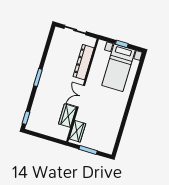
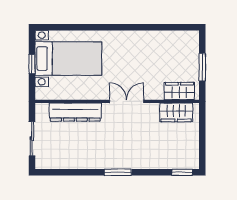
double door: (81, 96) -> (127, 101), swing flipped
wardrobe: (67, 116) -> (176, 112), moved

